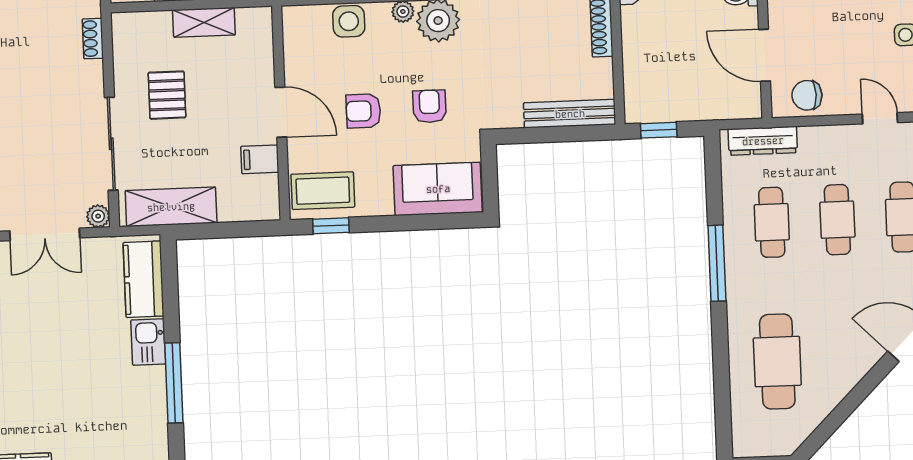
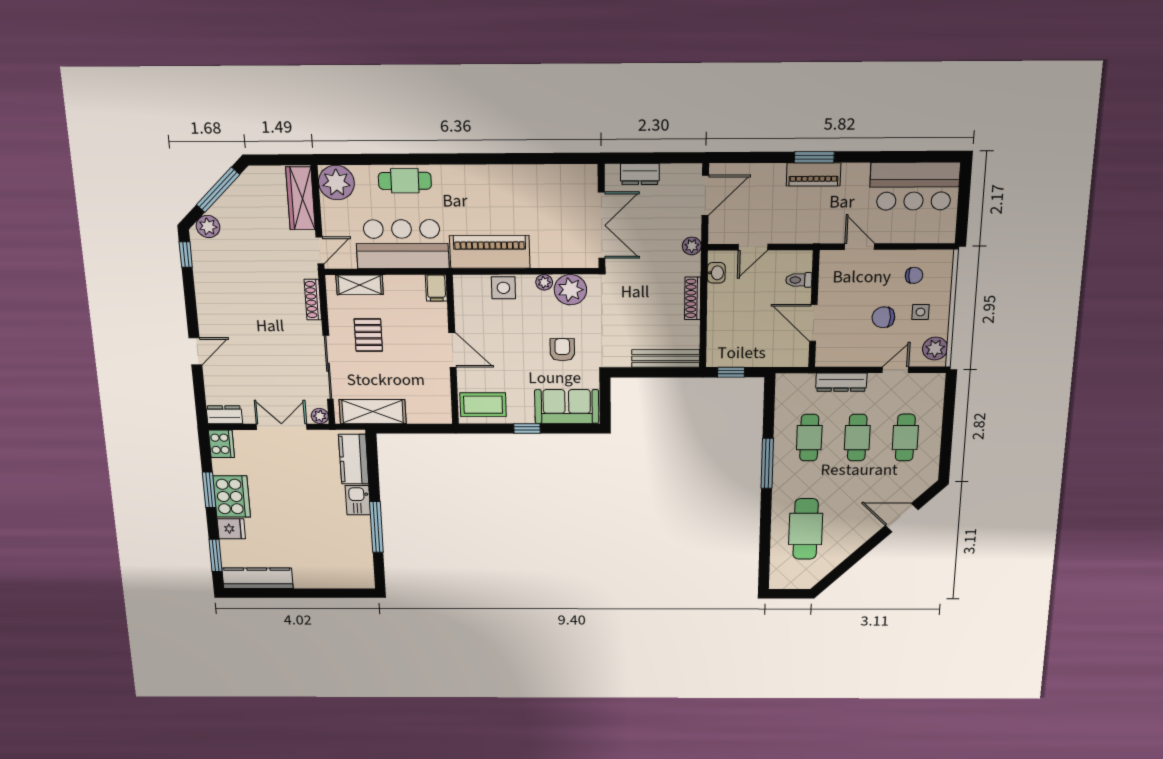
shelving: (204, 22) -> (360, 285), moved
shoe rack: (93, 39) -> (313, 300), width x1.43
chair: (807, 95) -> (883, 317), moved
armchair: (363, 111) -> (513, 351), removed
door: (880, 118) -> (895, 370), hinge flipped
dresser: (763, 141) -> (841, 382), moved
filing cabinet: (260, 159) -> (436, 288), moved, turned -90
window: (331, 226) -> (527, 428), moved
double door: (45, 234) -> (282, 427), swing flipped

